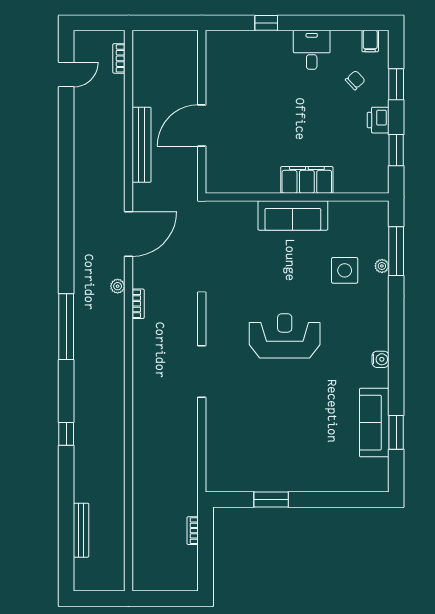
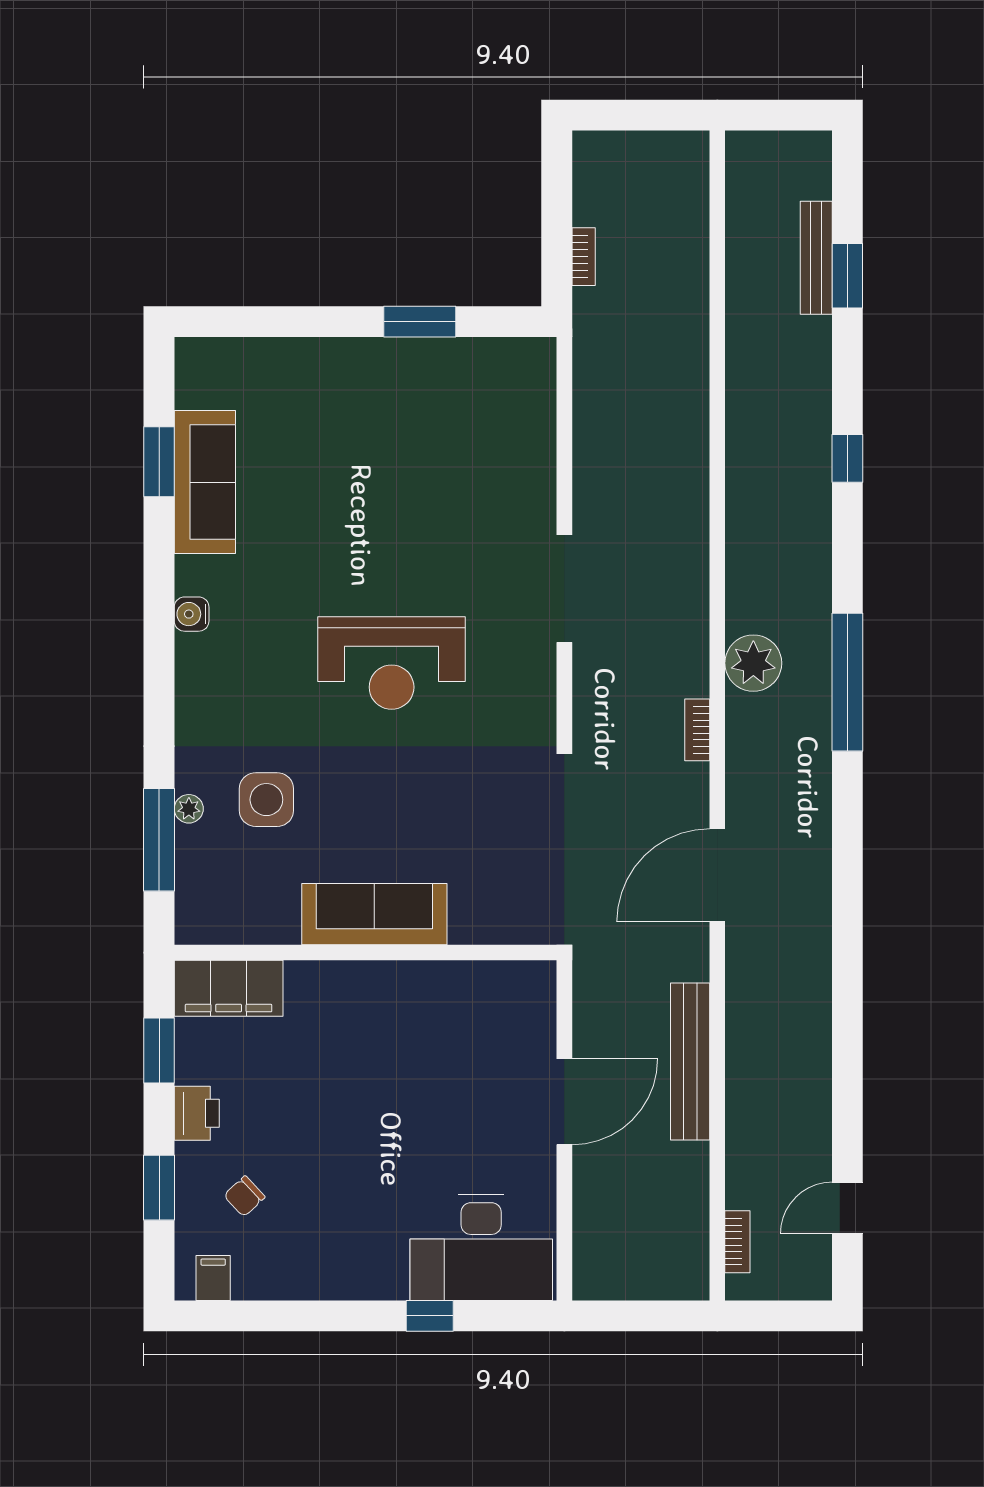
desk: (312, 50) -> (481, 1247), moved, width x1.87, depth x1.30
filing cabinet: (307, 180) -> (229, 988), moved
plant: (118, 286) -> (753, 663), moved, width x1.88, depth x1.88
window: (66, 521) -> (847, 276), added

